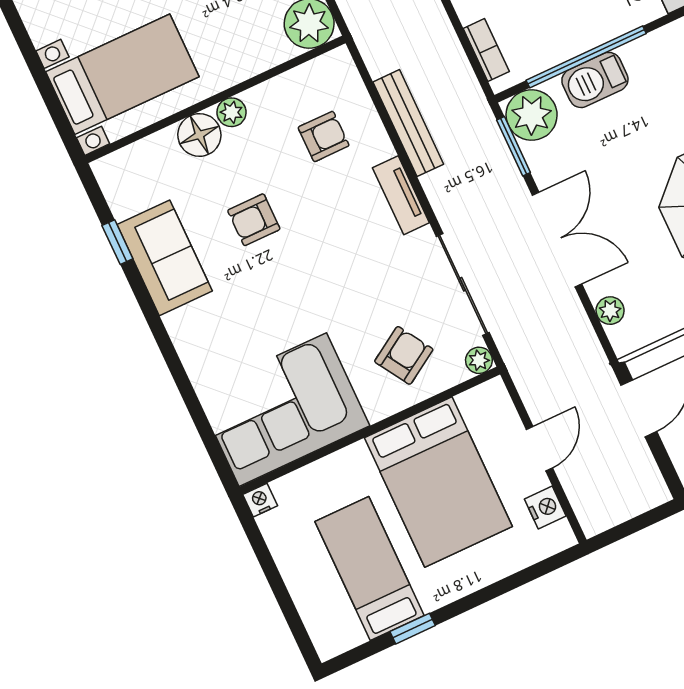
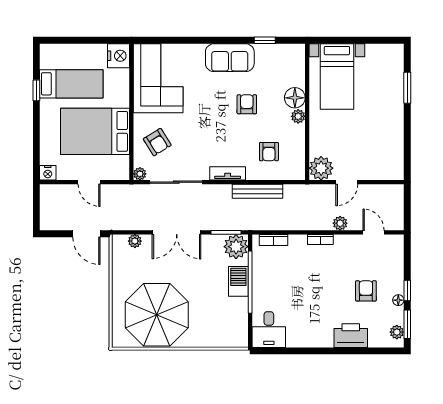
sofa: (165, 258) -> (230, 58), moved
nightstand: (260, 500) -> (119, 56), width x1.89, depth x1.79
nightstand: (545, 507) -> (48, 173), moved

